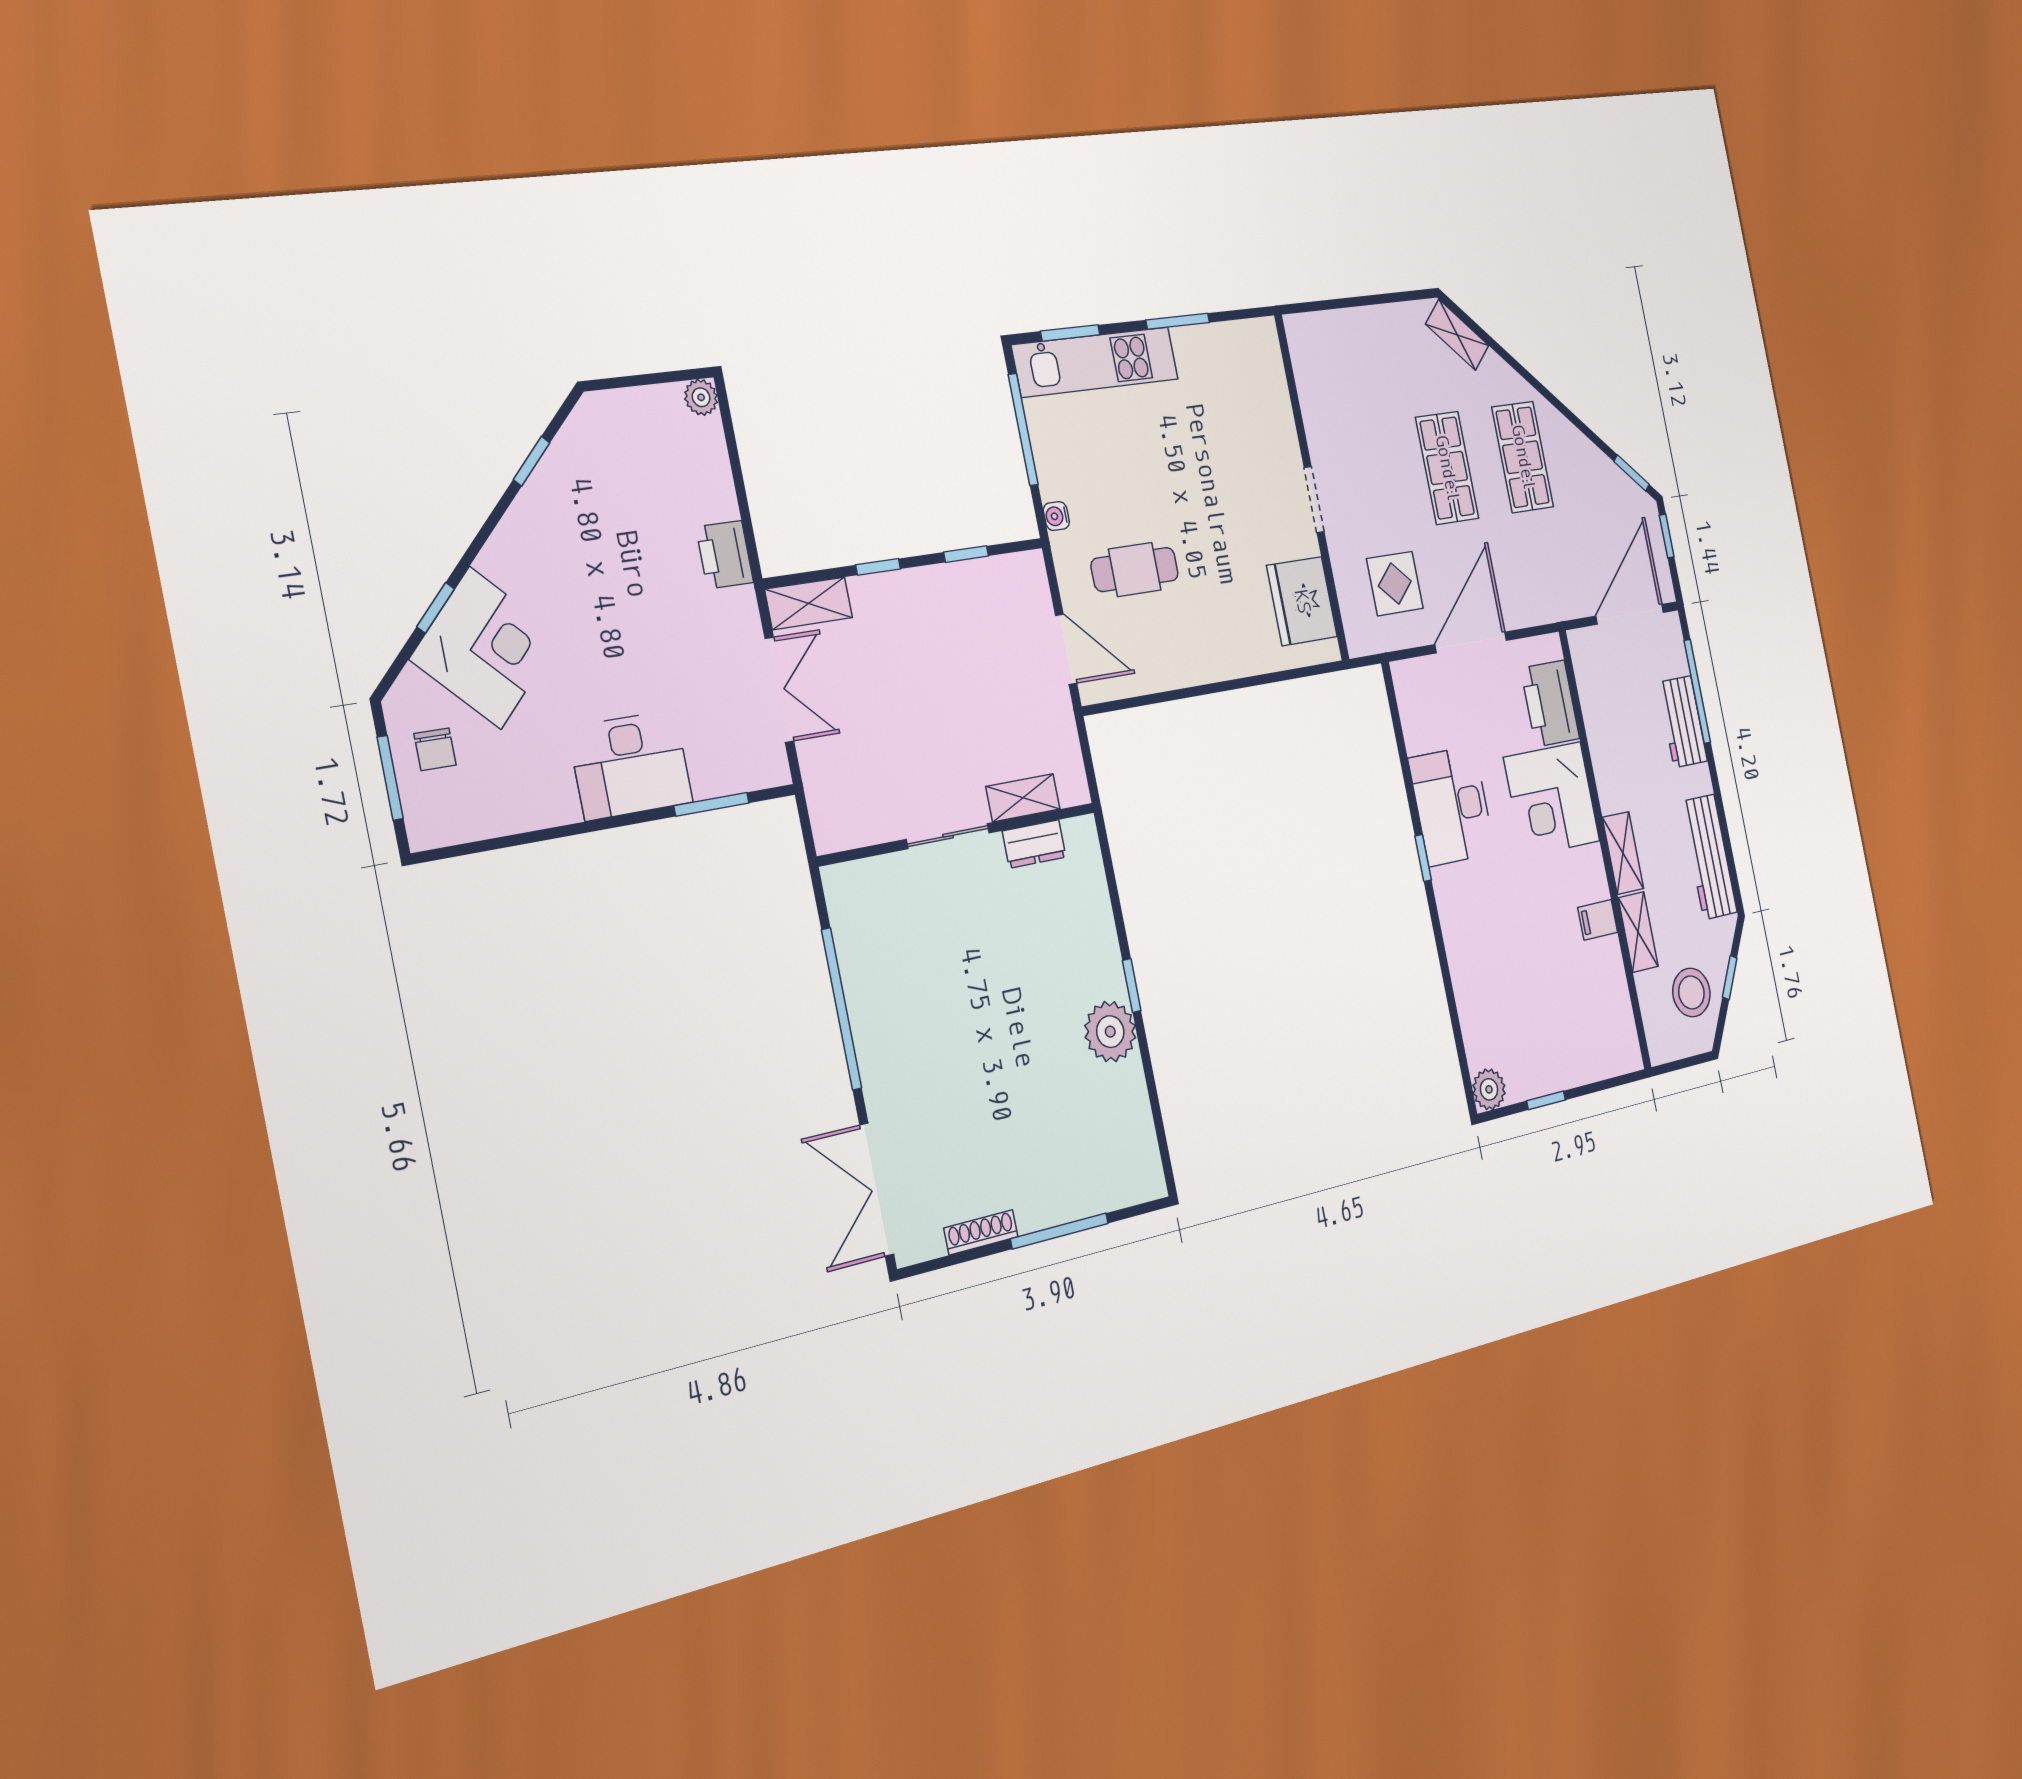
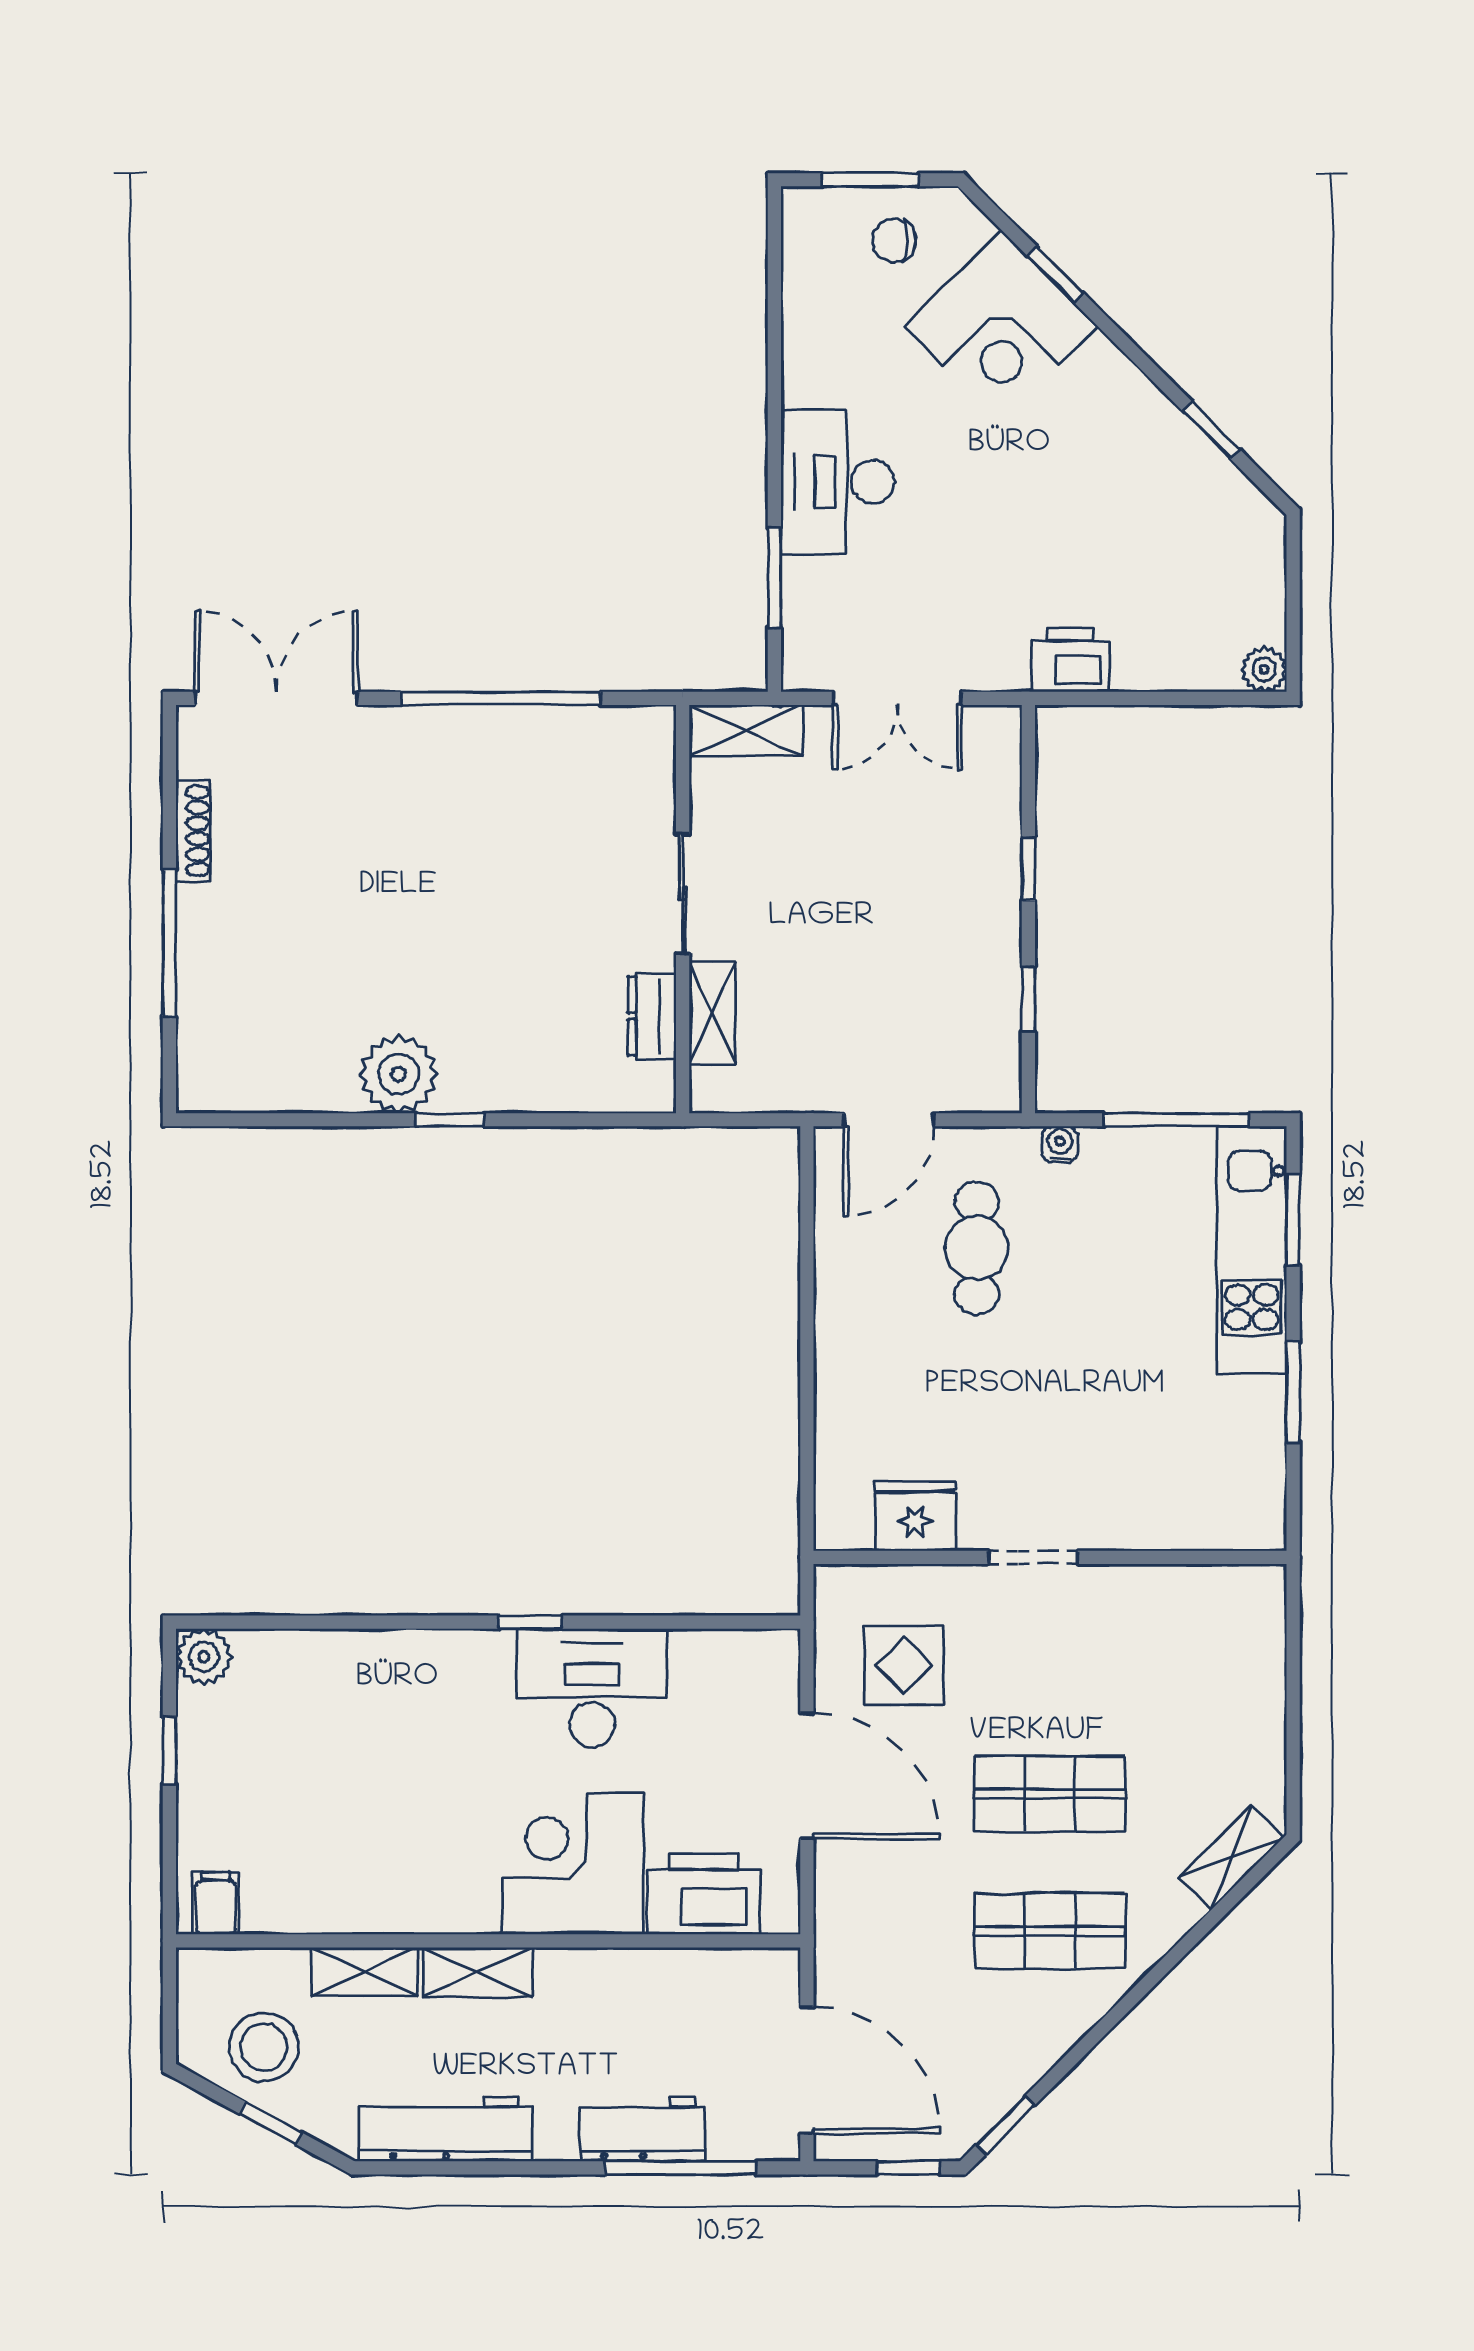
fridge: (1302, 601) -> (915, 1516), width x0.73, depth x0.75
shelving: (809, 603) -> (746, 730), moved, turned 90
filing cabinet: (1598, 920) -> (216, 1903), moved

